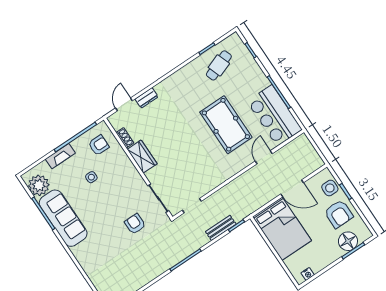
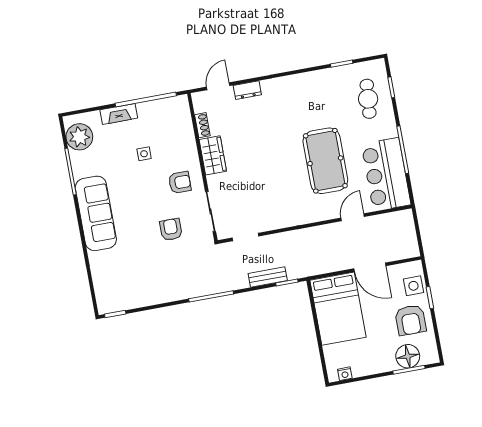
cafe table: (219, 65) -> (368, 99), moved, turned -65
armchair: (99, 145) -> (180, 182), moved
sofa: (63, 218) -> (96, 213), moved

